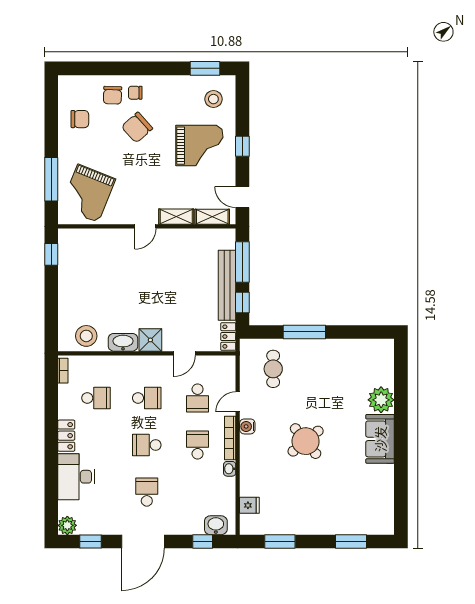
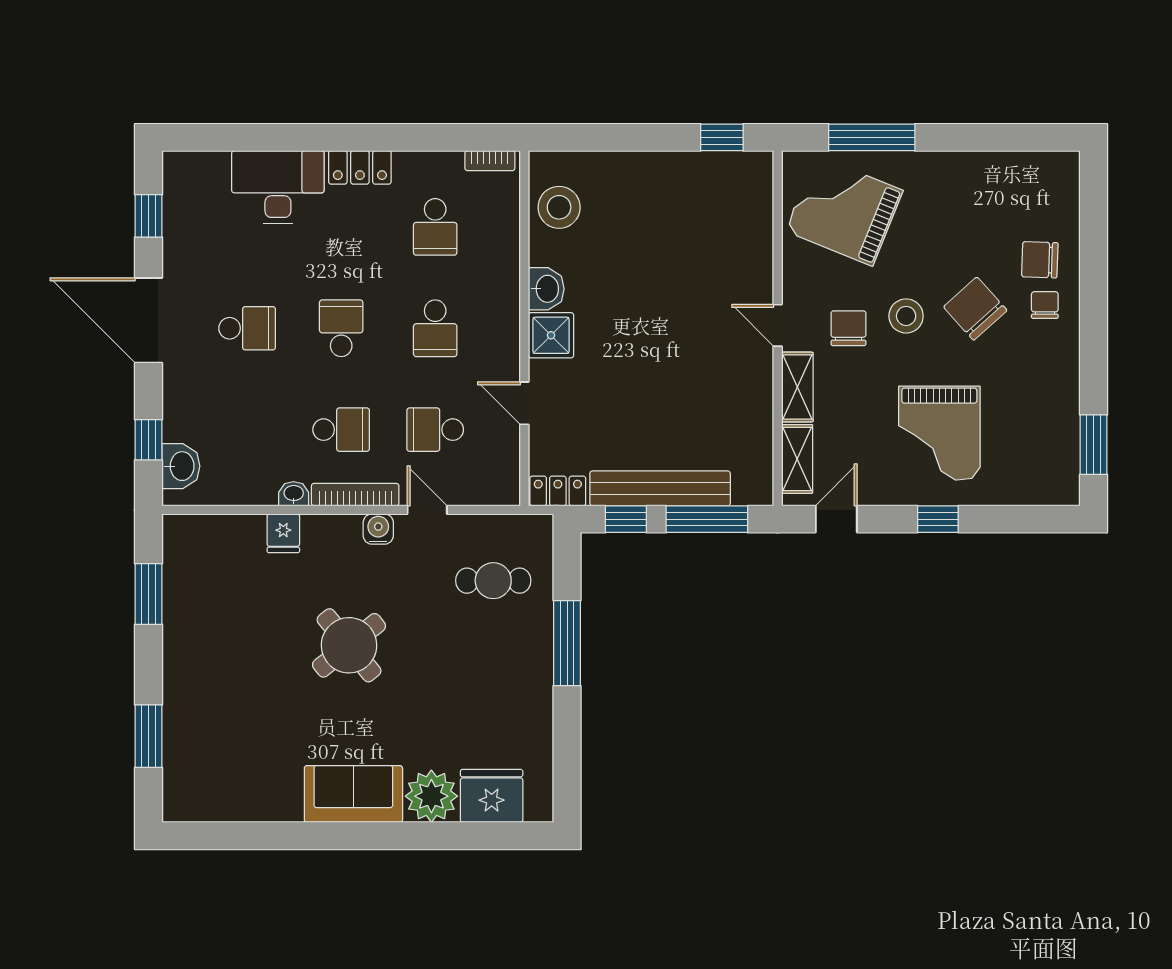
stool: (213, 99) -> (906, 316), moved
chair: (80, 119) -> (848, 328), moved, turned 180
washbasin: (123, 342) -> (546, 289), width x0.72
fridge: (381, 370) -> (492, 796), added
fridge: (249, 505) -> (283, 533), moved
plant: (67, 525) -> (181, 169), removed

